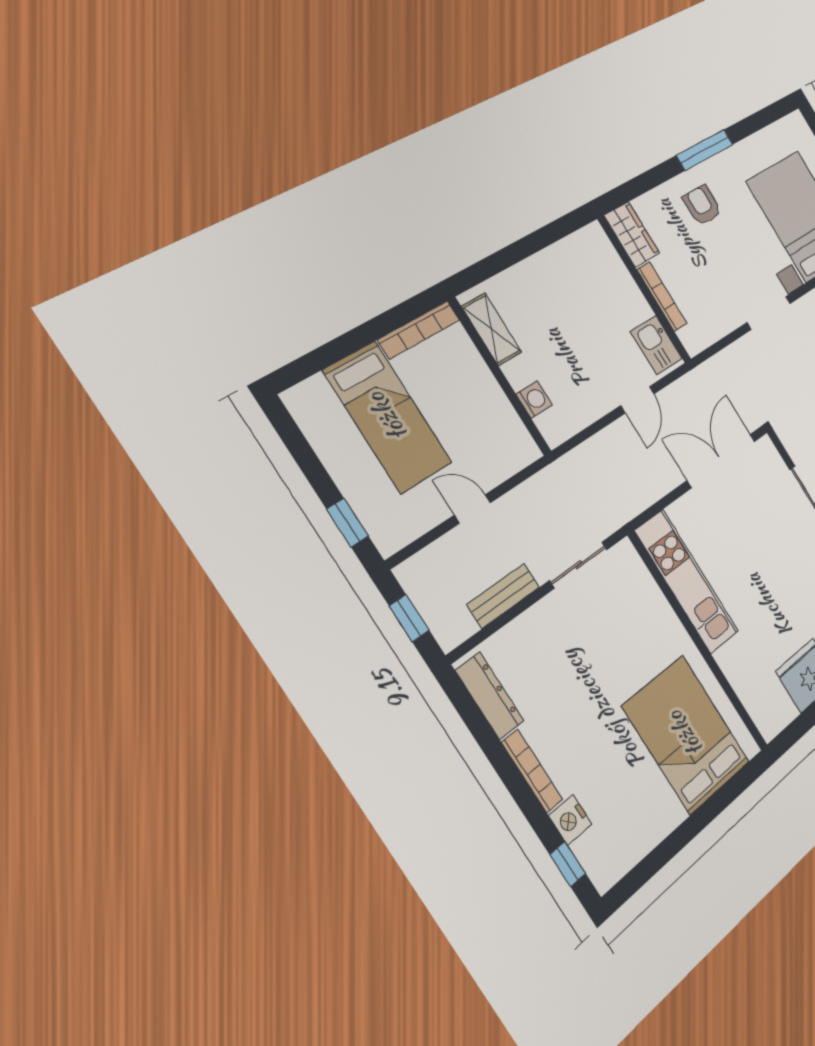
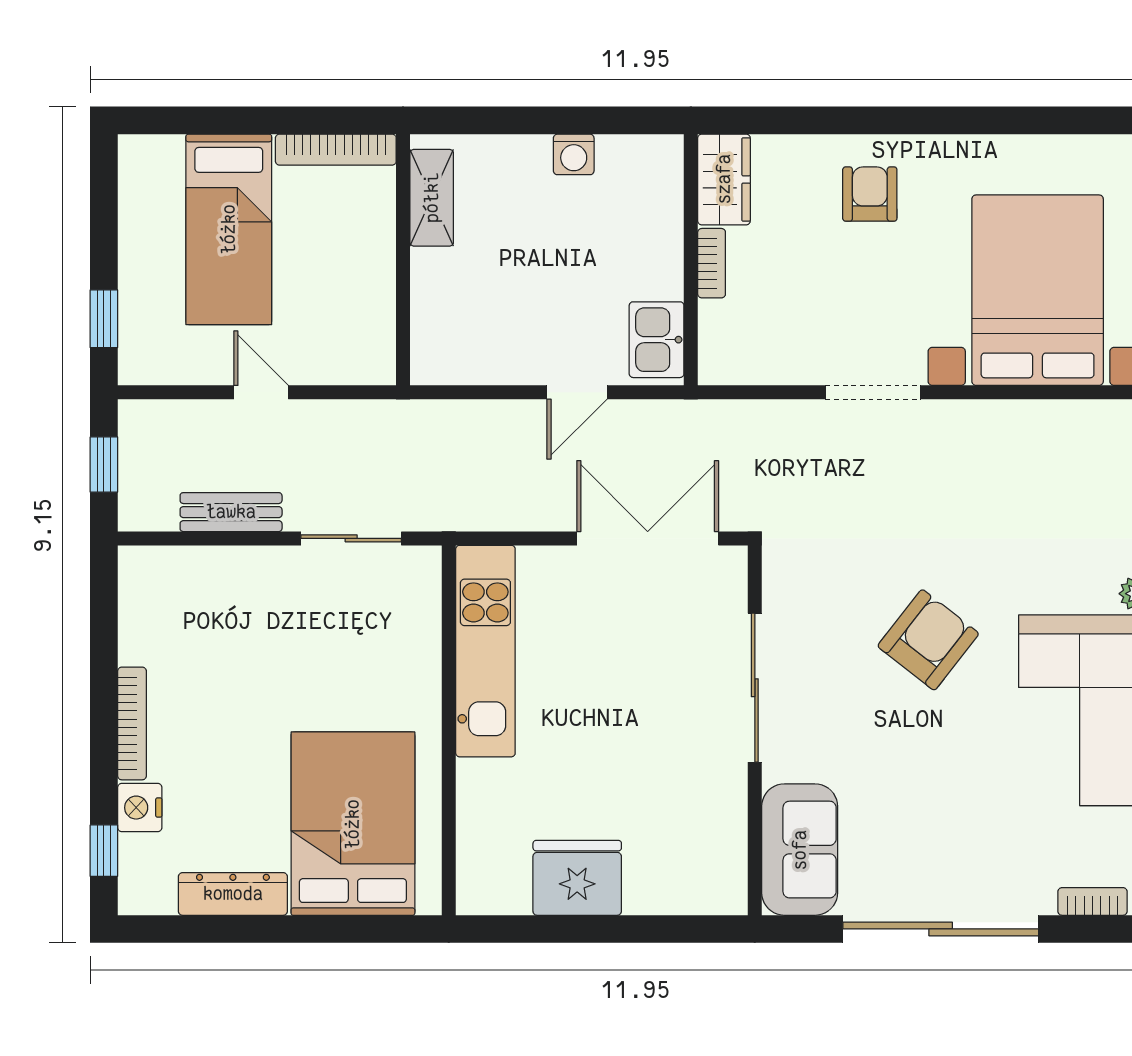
window: (705, 150) -> (933, 120), removed
bookcase: (662, 297) -> (712, 263), width x0.64
washing machine: (534, 400) -> (574, 154), moved, turned 90
dresser: (490, 696) -> (233, 894), moved, turned -90

